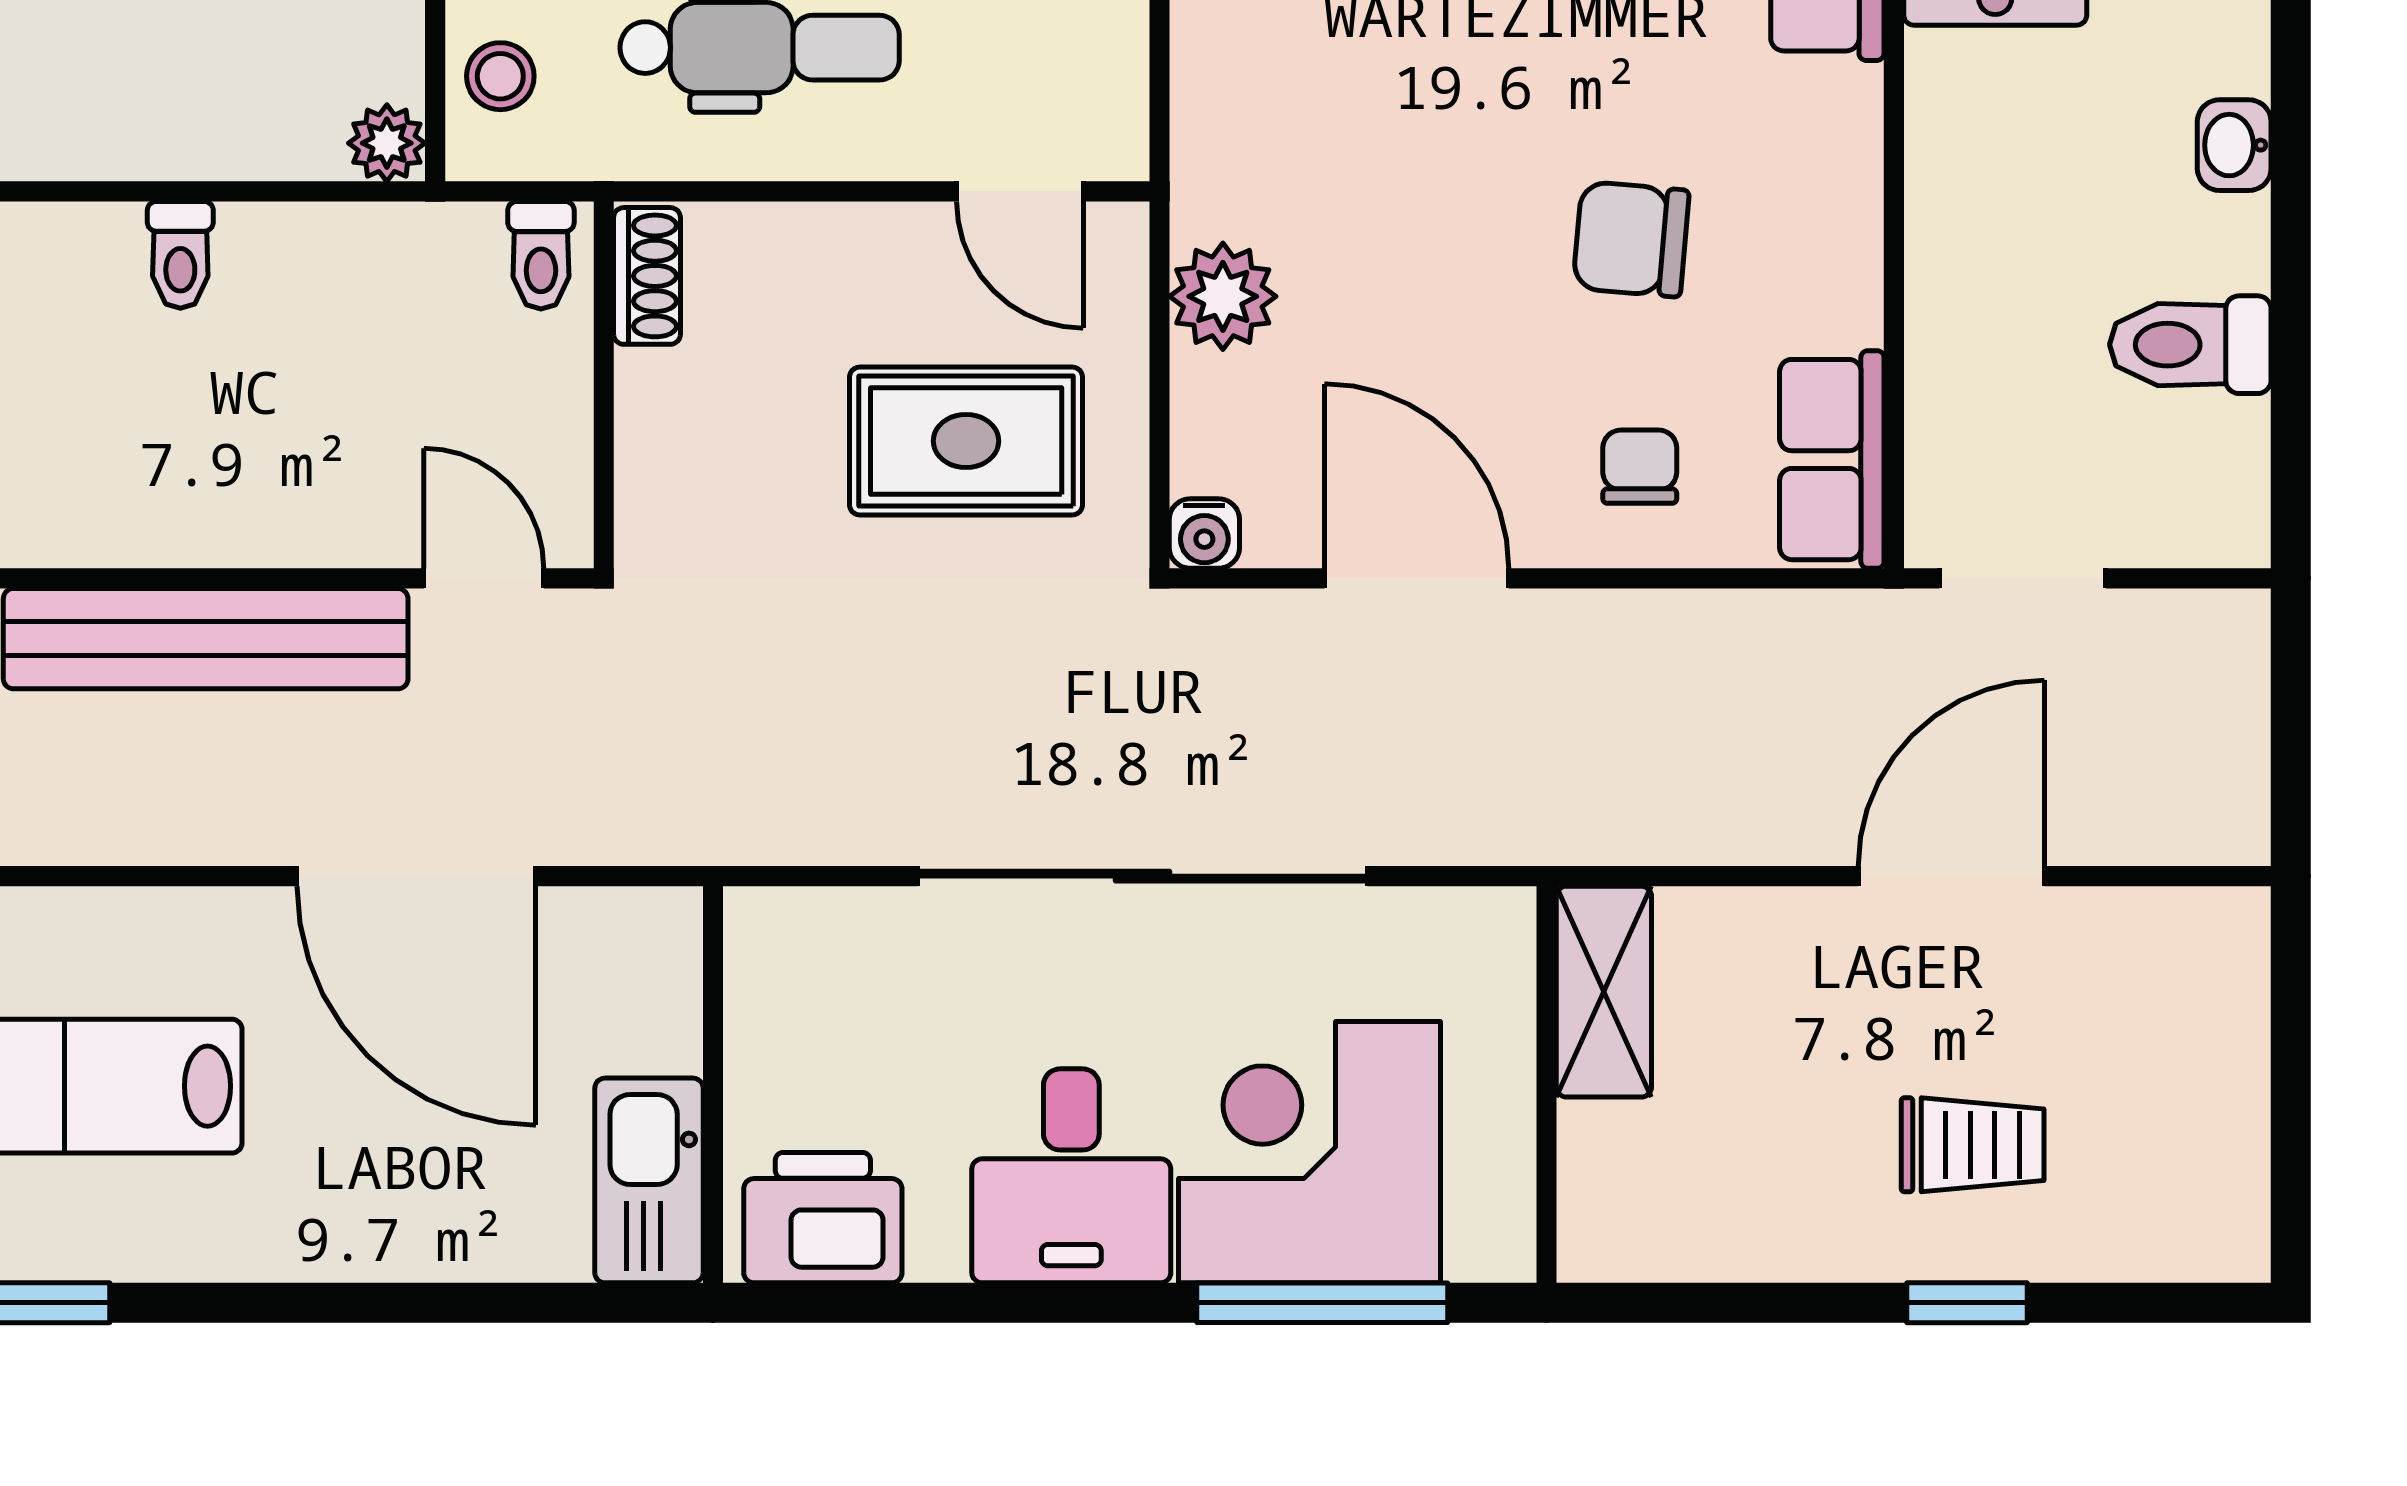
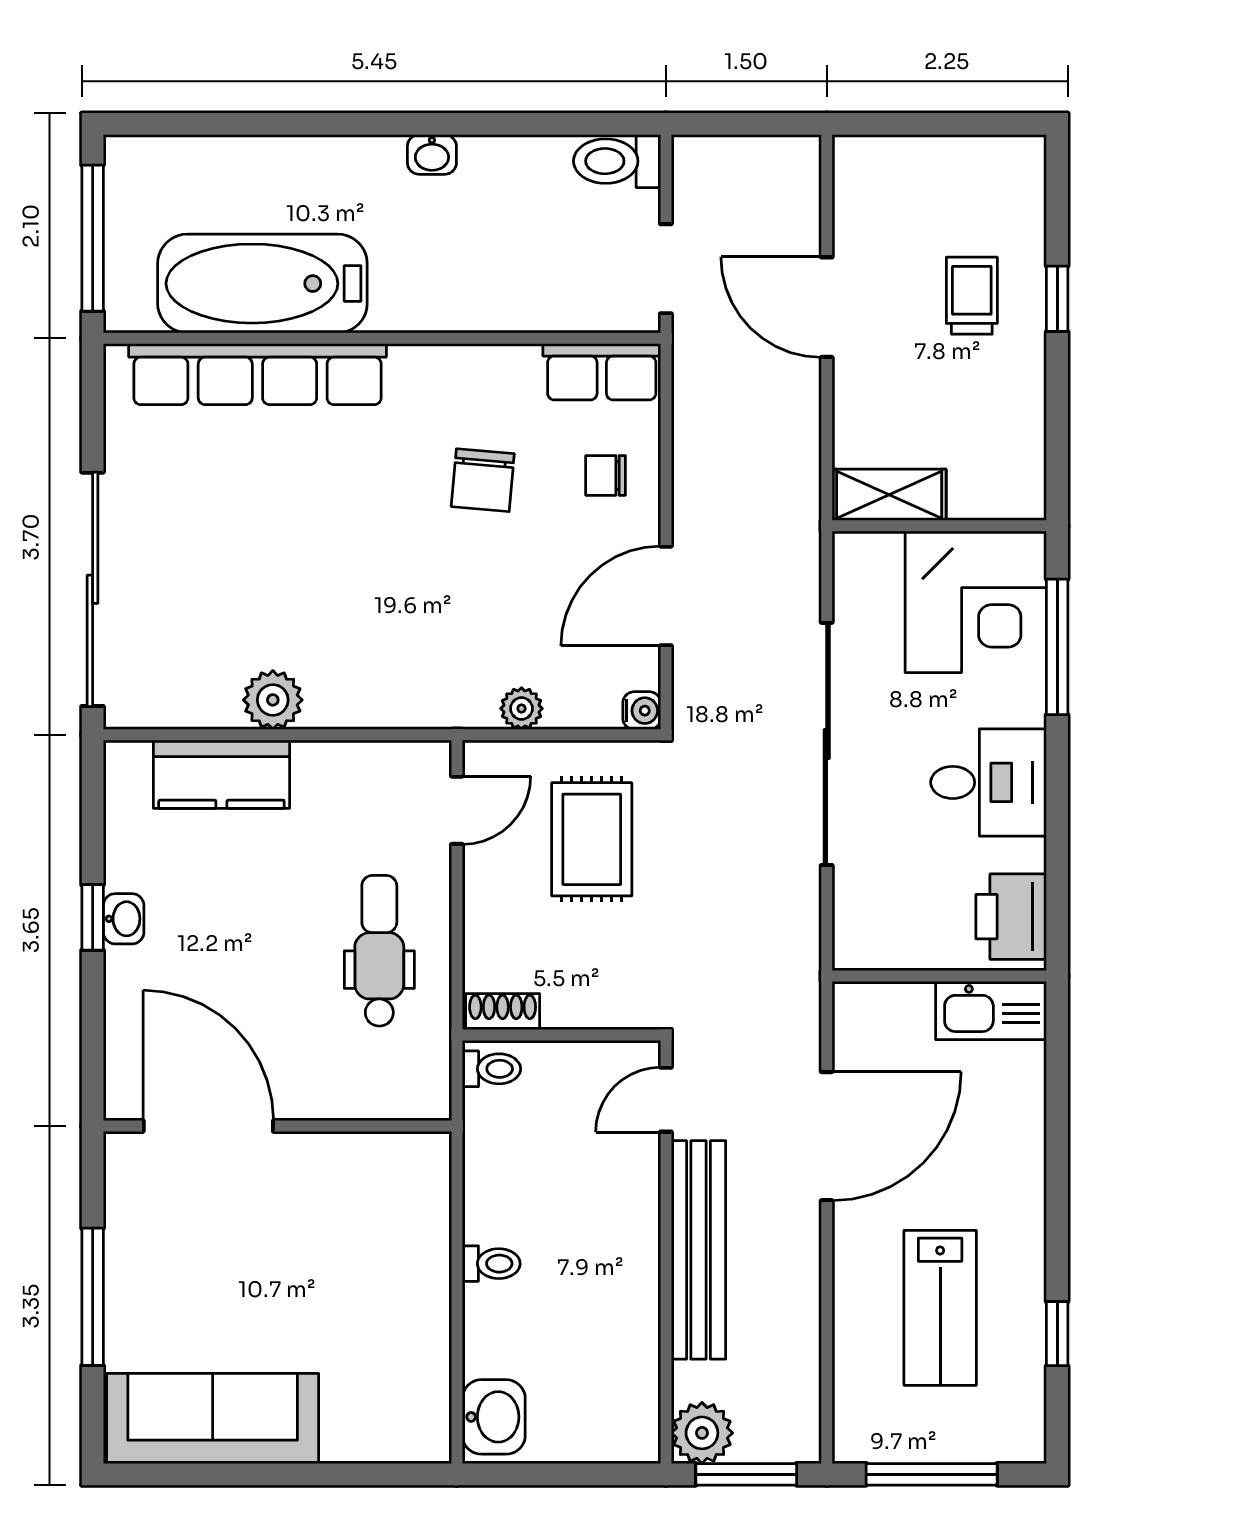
stool: (500, 76) -> (395, 1091), removed
plant: (387, 143) -> (431, 1152), removed
plant: (1223, 296) -> (521, 709), width x0.73, depth x0.73
toilet: (2190, 345) -> (617, 161), moved, turned 90
corner desk: (1309, 1152) -> (976, 602), moved, turned -90

